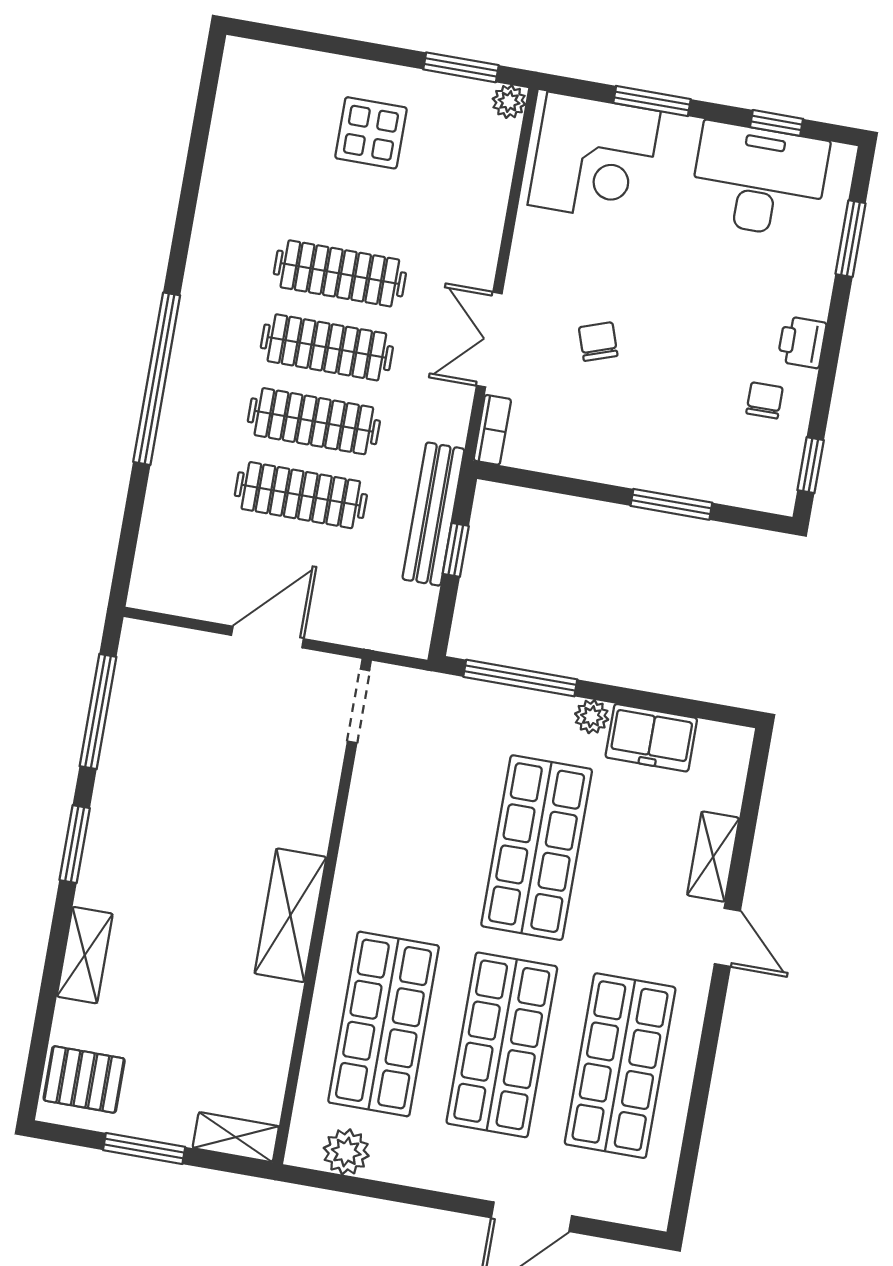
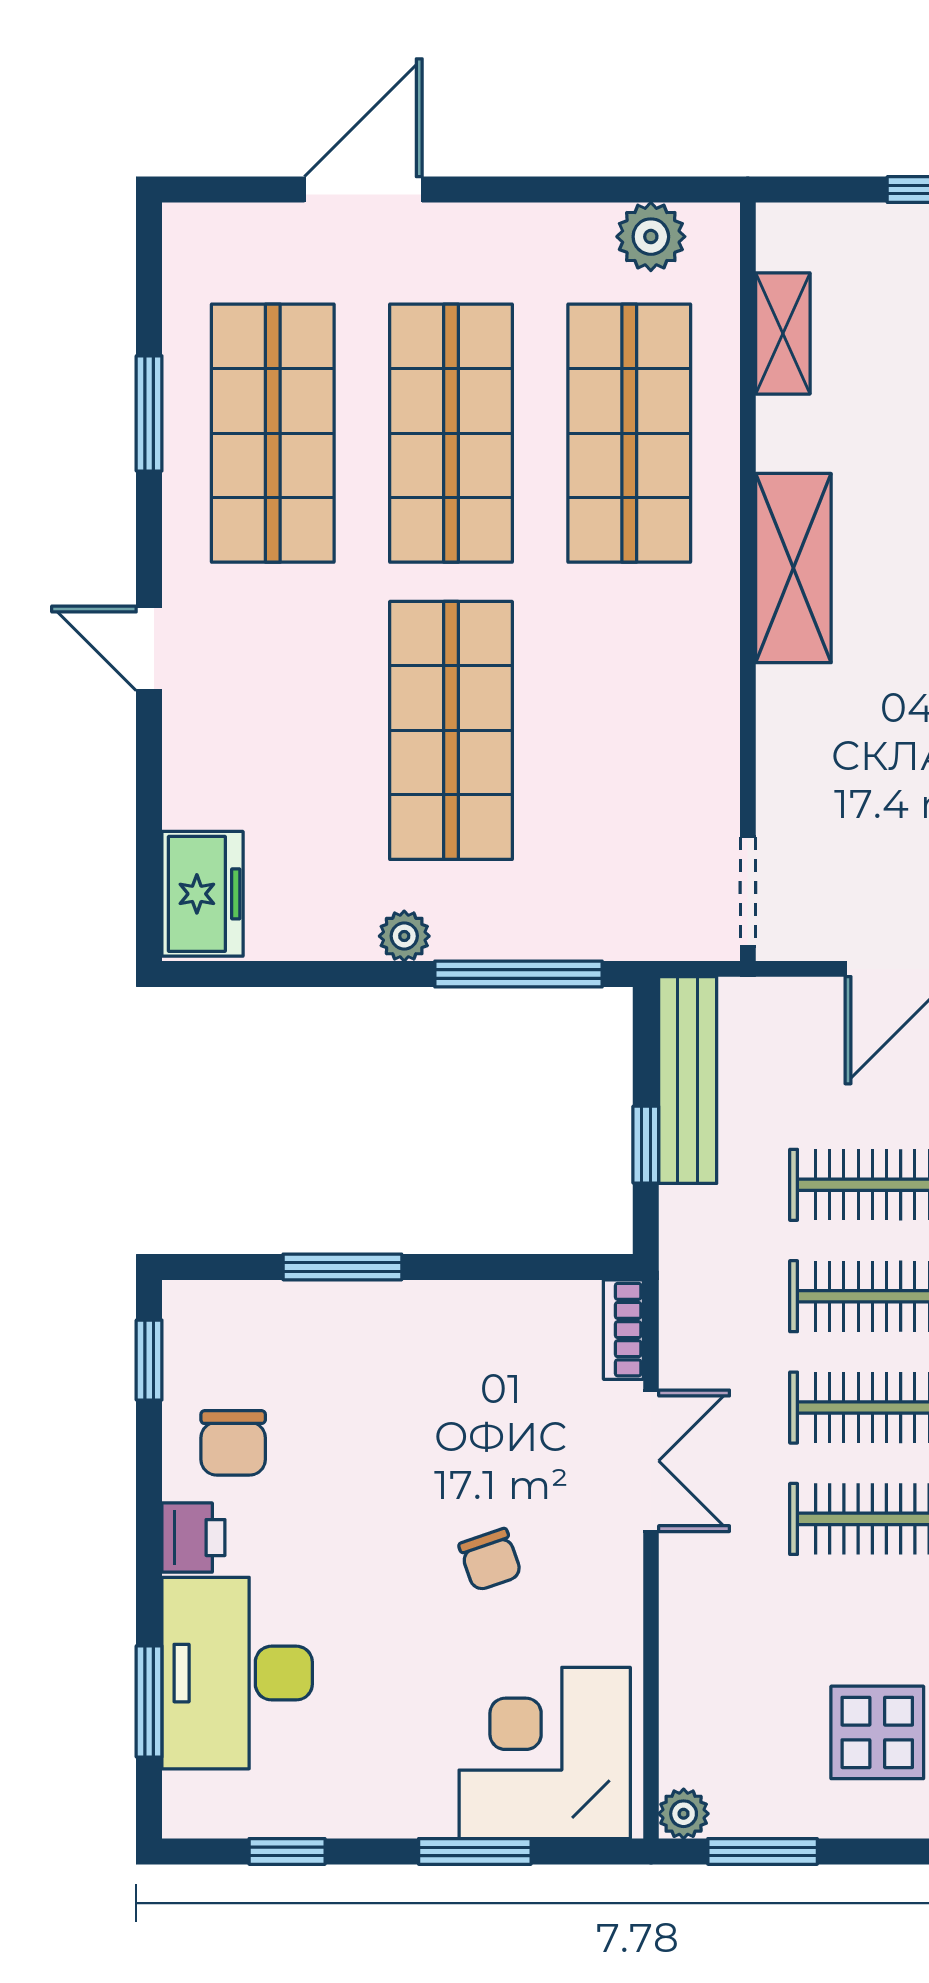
desk: (759, 180) -> (237, 1673), moved, turned 90
chair: (598, 342) -> (490, 1560), moved
chair: (765, 400) -> (233, 1443), width x1.37, depth x1.37
bench: (433, 514) -> (688, 1080), moved
freezer: (651, 738) -> (203, 894), moved, turned 90
shelving: (713, 857) -> (191, 763), removed
window: (700, 1093) -> (149, 413), added
shelving: (236, 1137) -> (783, 333), moved, turned 90

